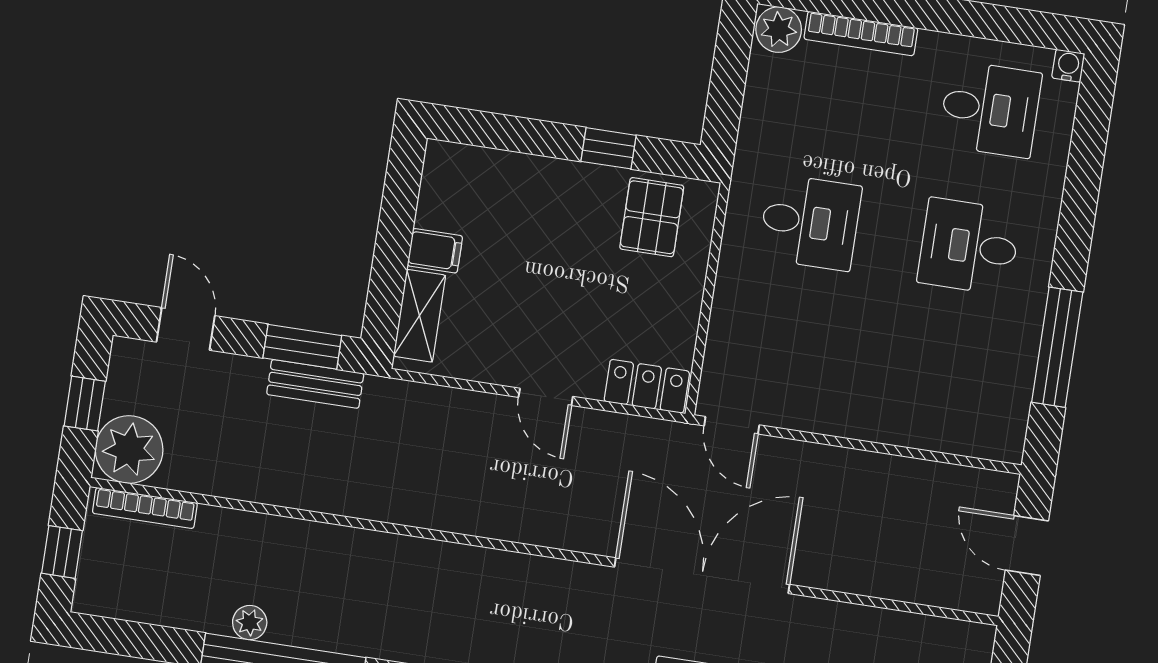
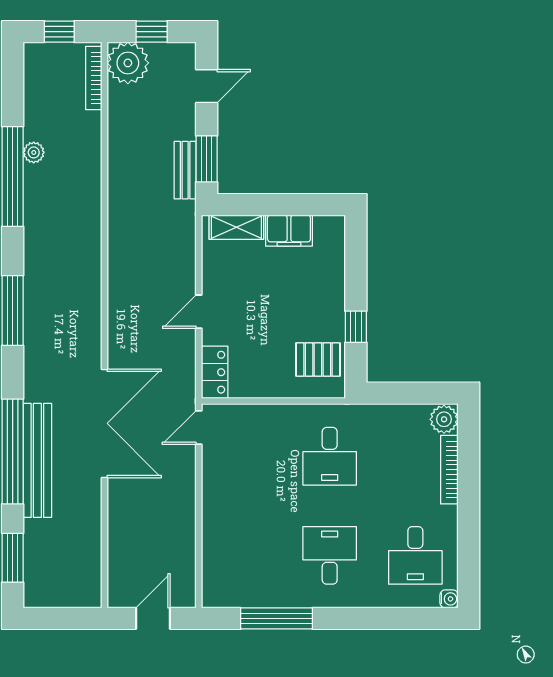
filing cabinet: (435, 251) -> (289, 231), width x2.00

